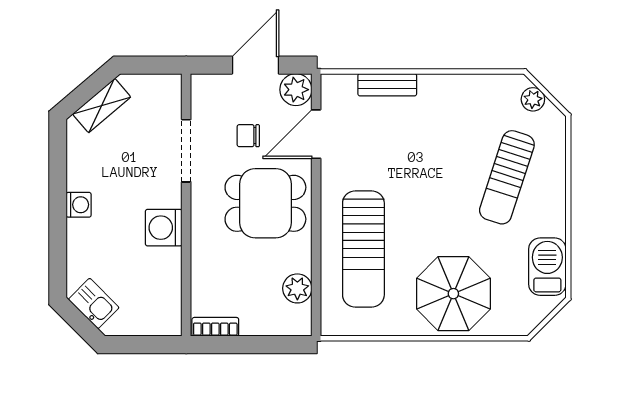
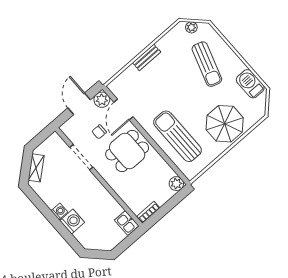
bench: (387, 85) -> (147, 57), moved
washing machine: (164, 228) -> (72, 222), moved, turned 180
sun lounger: (363, 249) -> (178, 136), turned 180
plant: (297, 288) -> (176, 184), moved
kitchen sink: (94, 303) -> (127, 223), moved, turned -135

